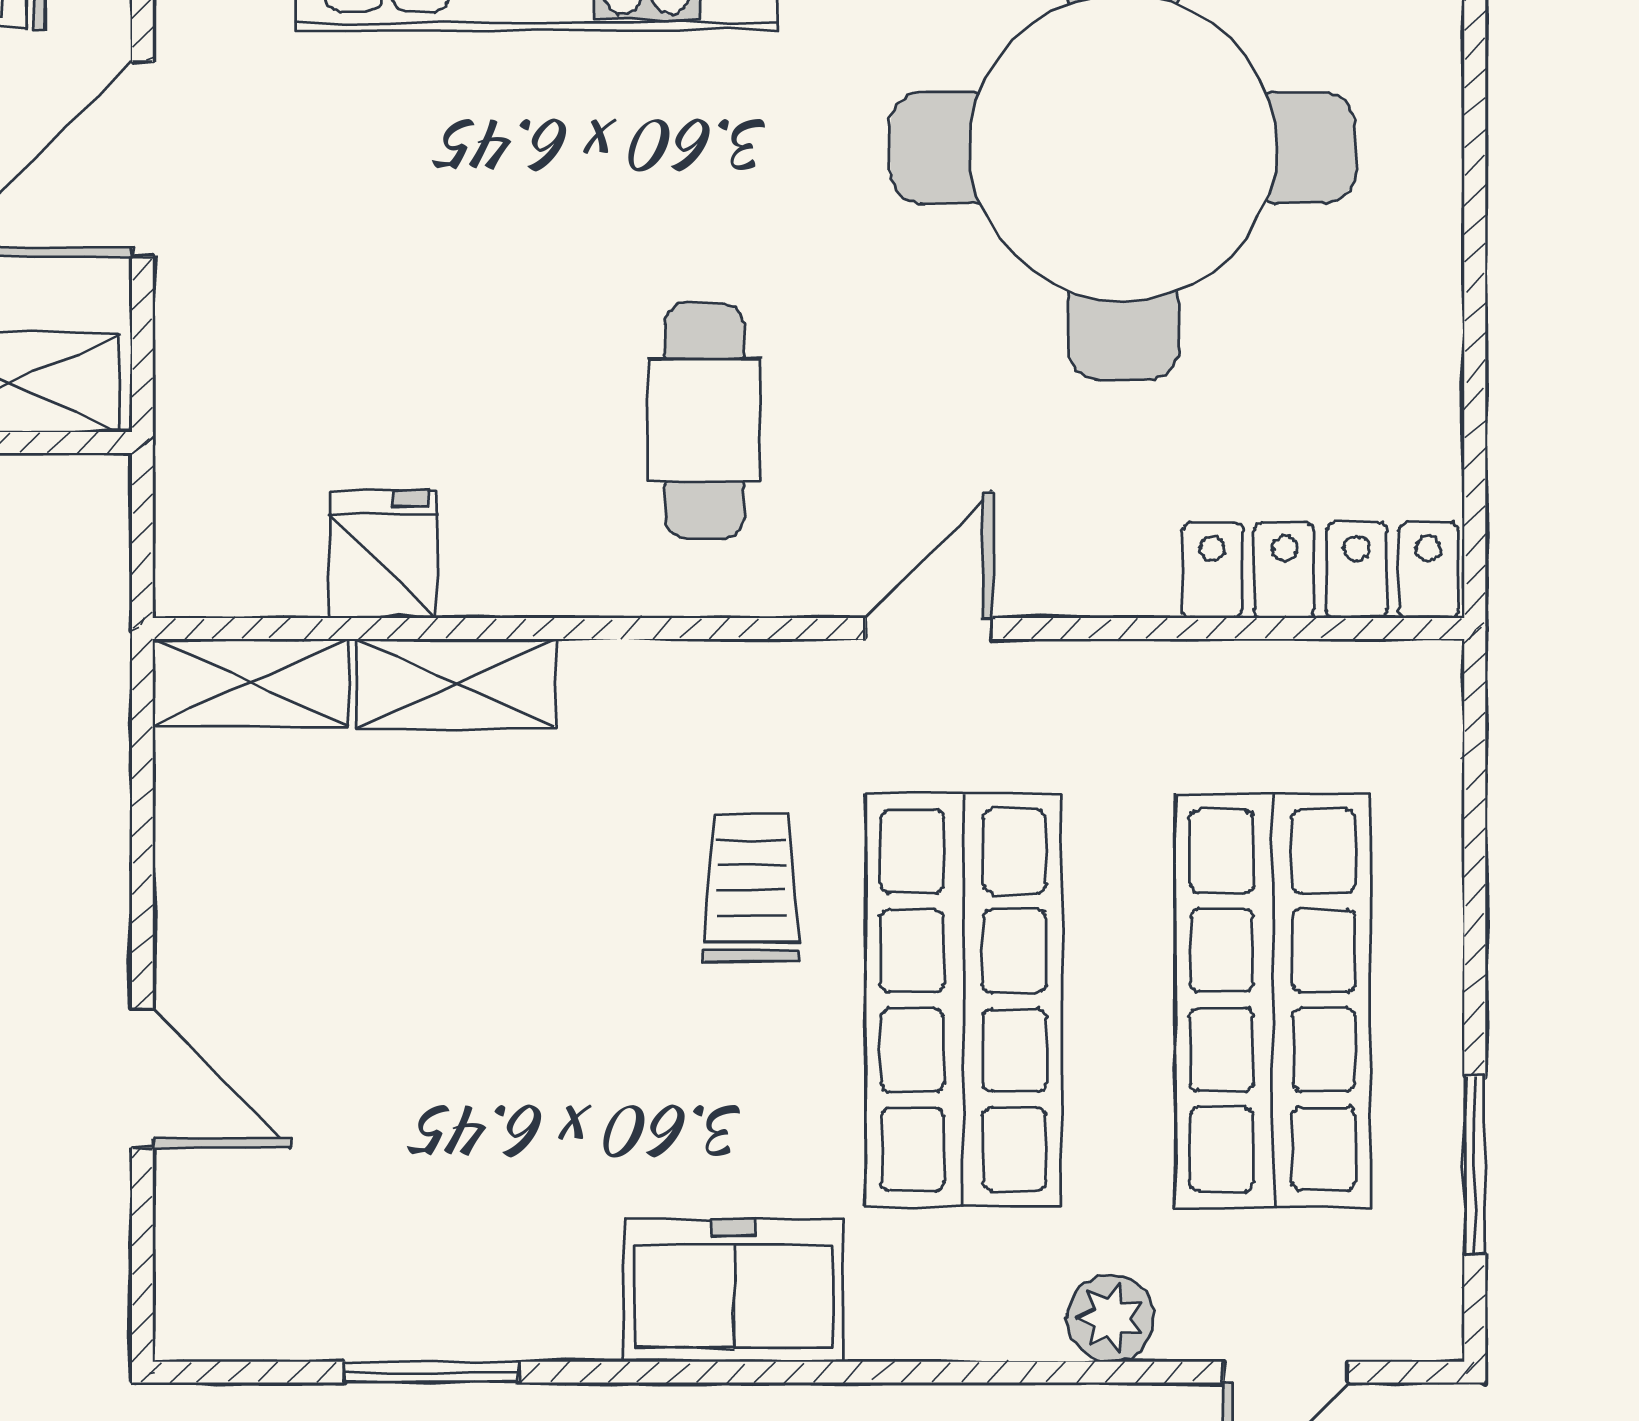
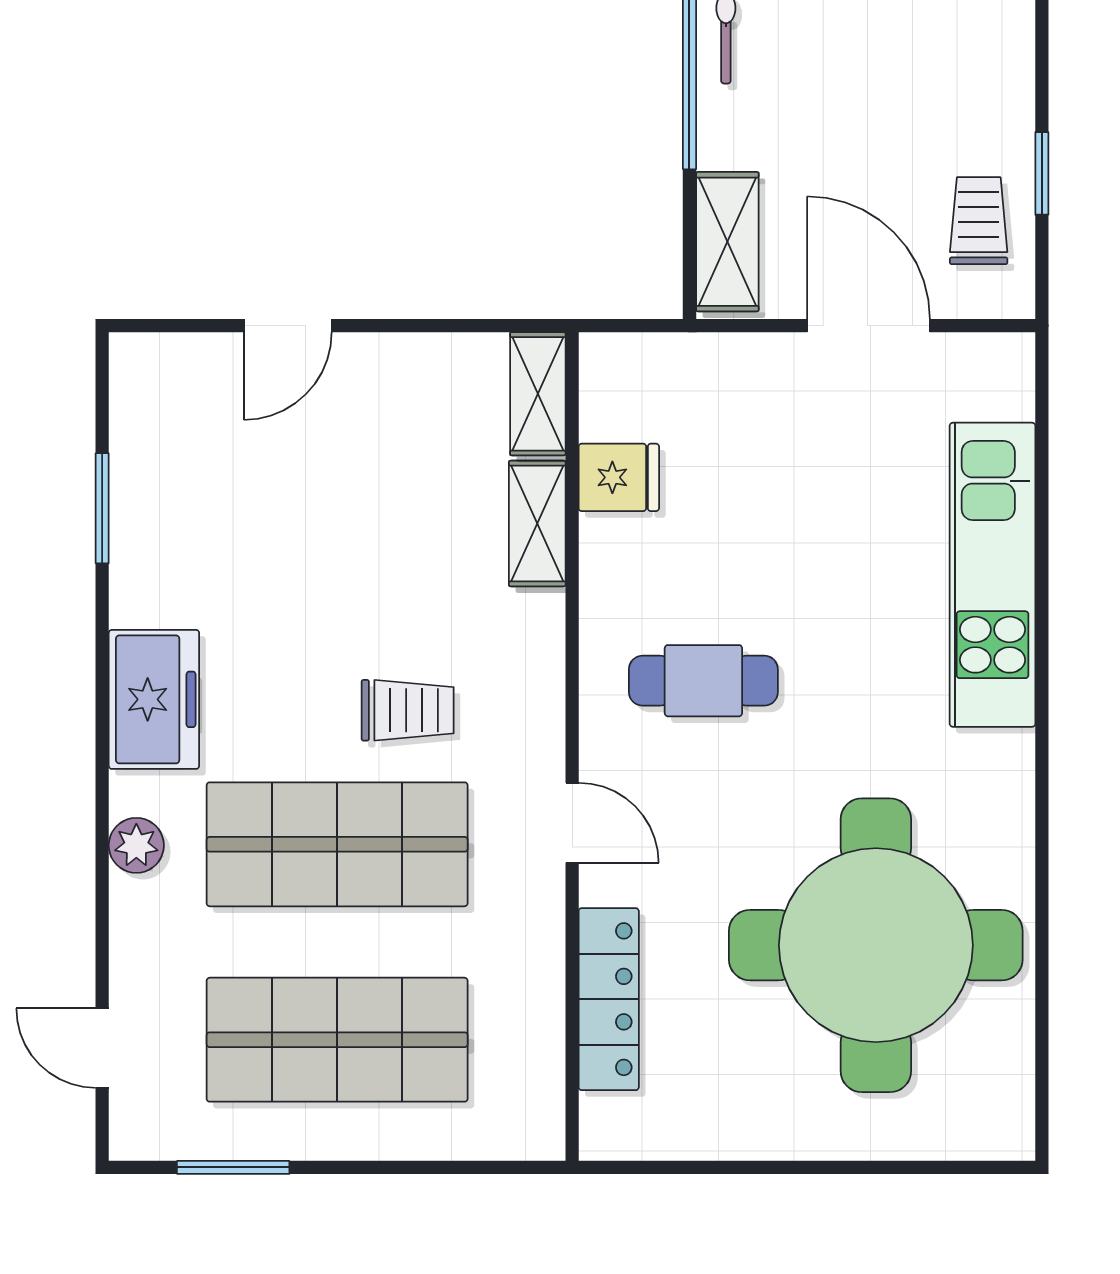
locker: (1320, 570) -> (609, 999), moved
plant: (1111, 1318) -> (136, 845), moved

